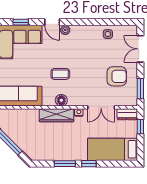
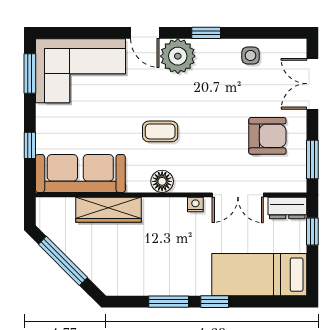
window: (21, 22) -> (206, 33), moved
plant: (65, 30) -> (178, 56), width x1.87, depth x1.87
wardrobe: (57, 115) -> (108, 210), moved

